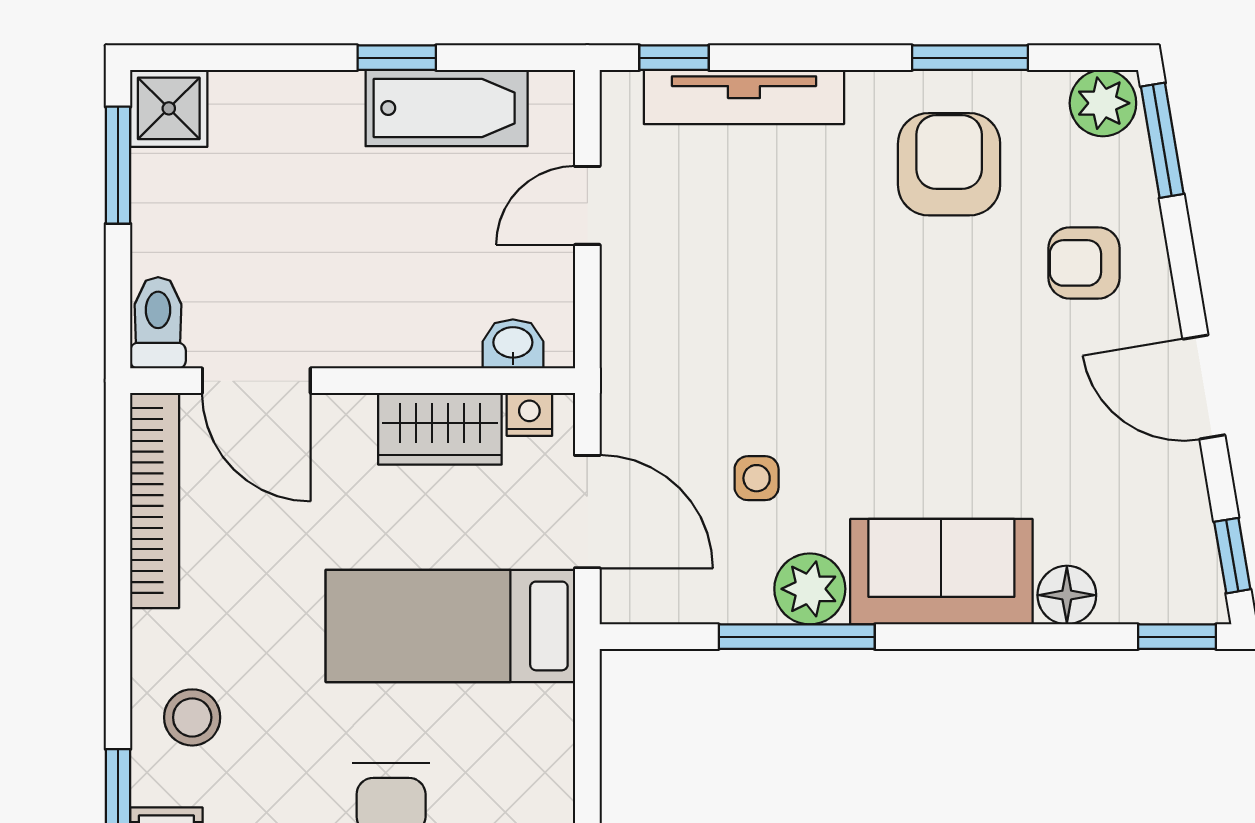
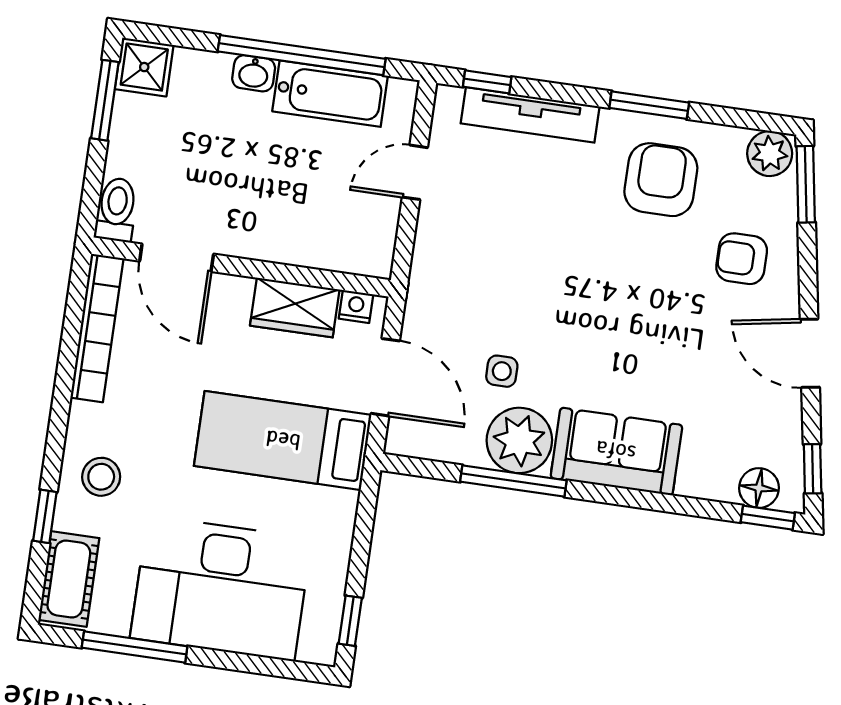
window: (397, 58) -> (302, 55), width x3.17
window: (970, 58) -> (649, 105), moved
washbasin: (513, 344) -> (254, 73), moved, turned 180
plant: (810, 589) -> (519, 440), width x1.36, depth x1.36
floor lamp: (1067, 595) -> (759, 488), moved

